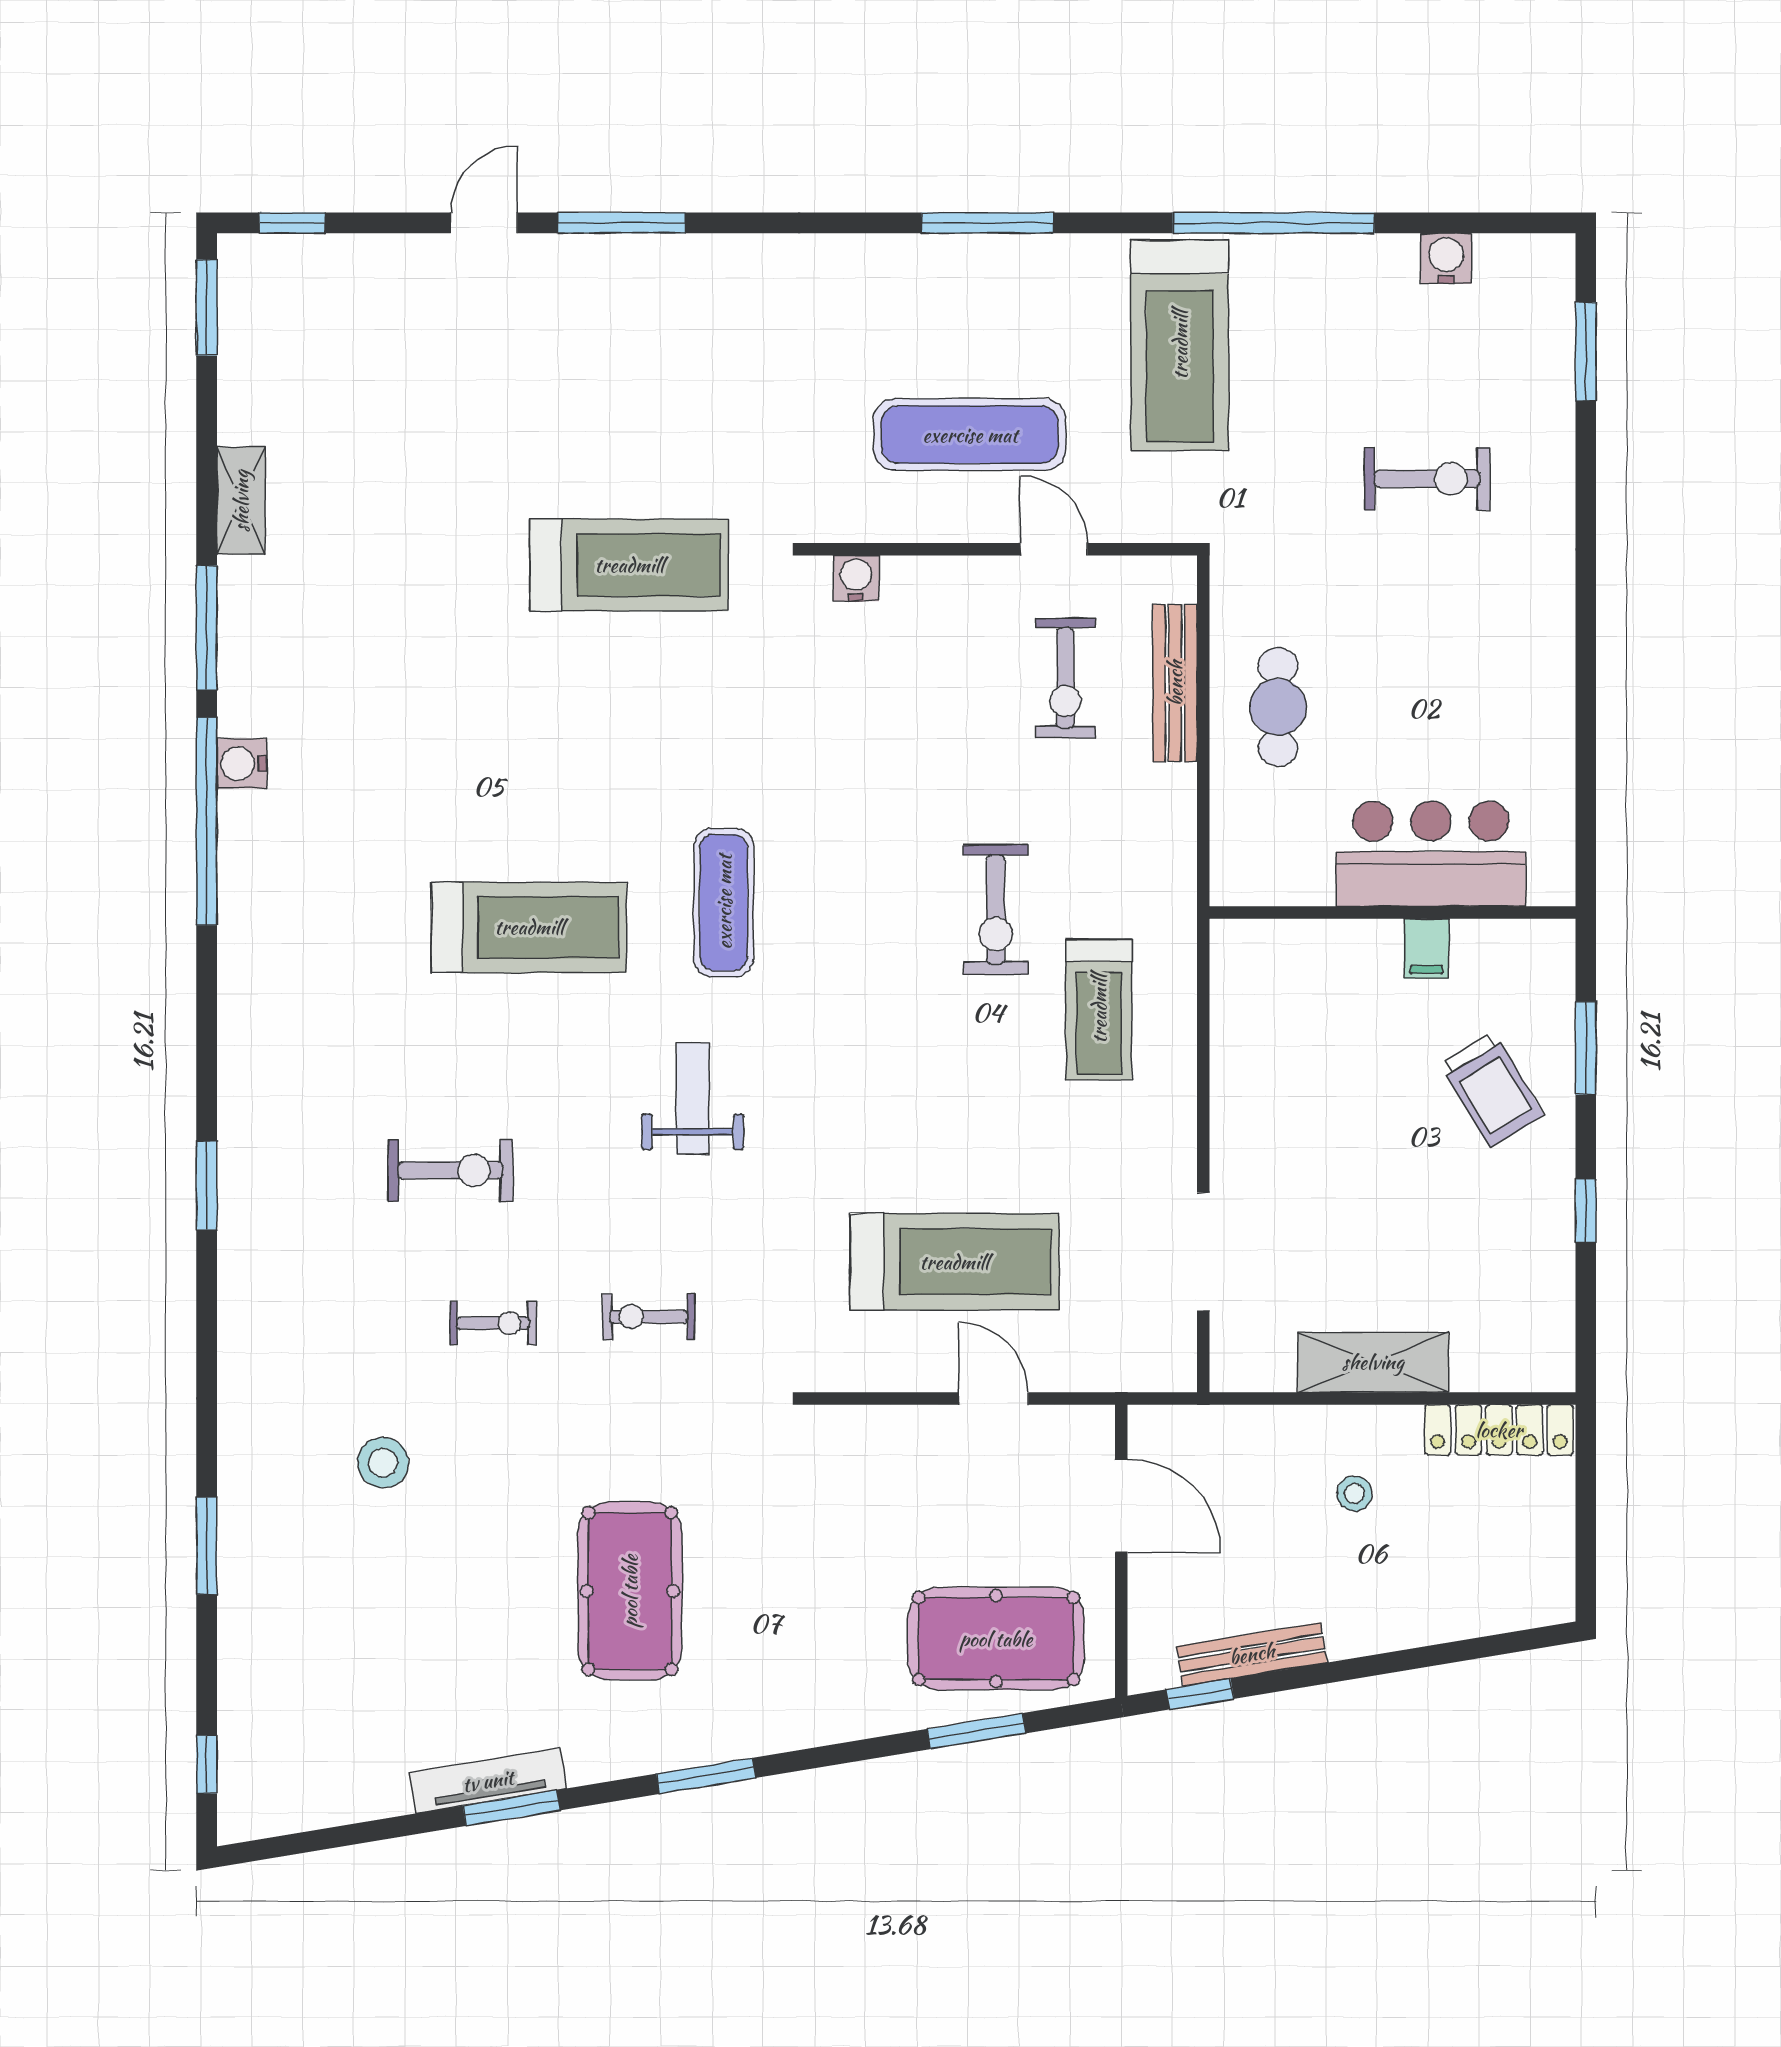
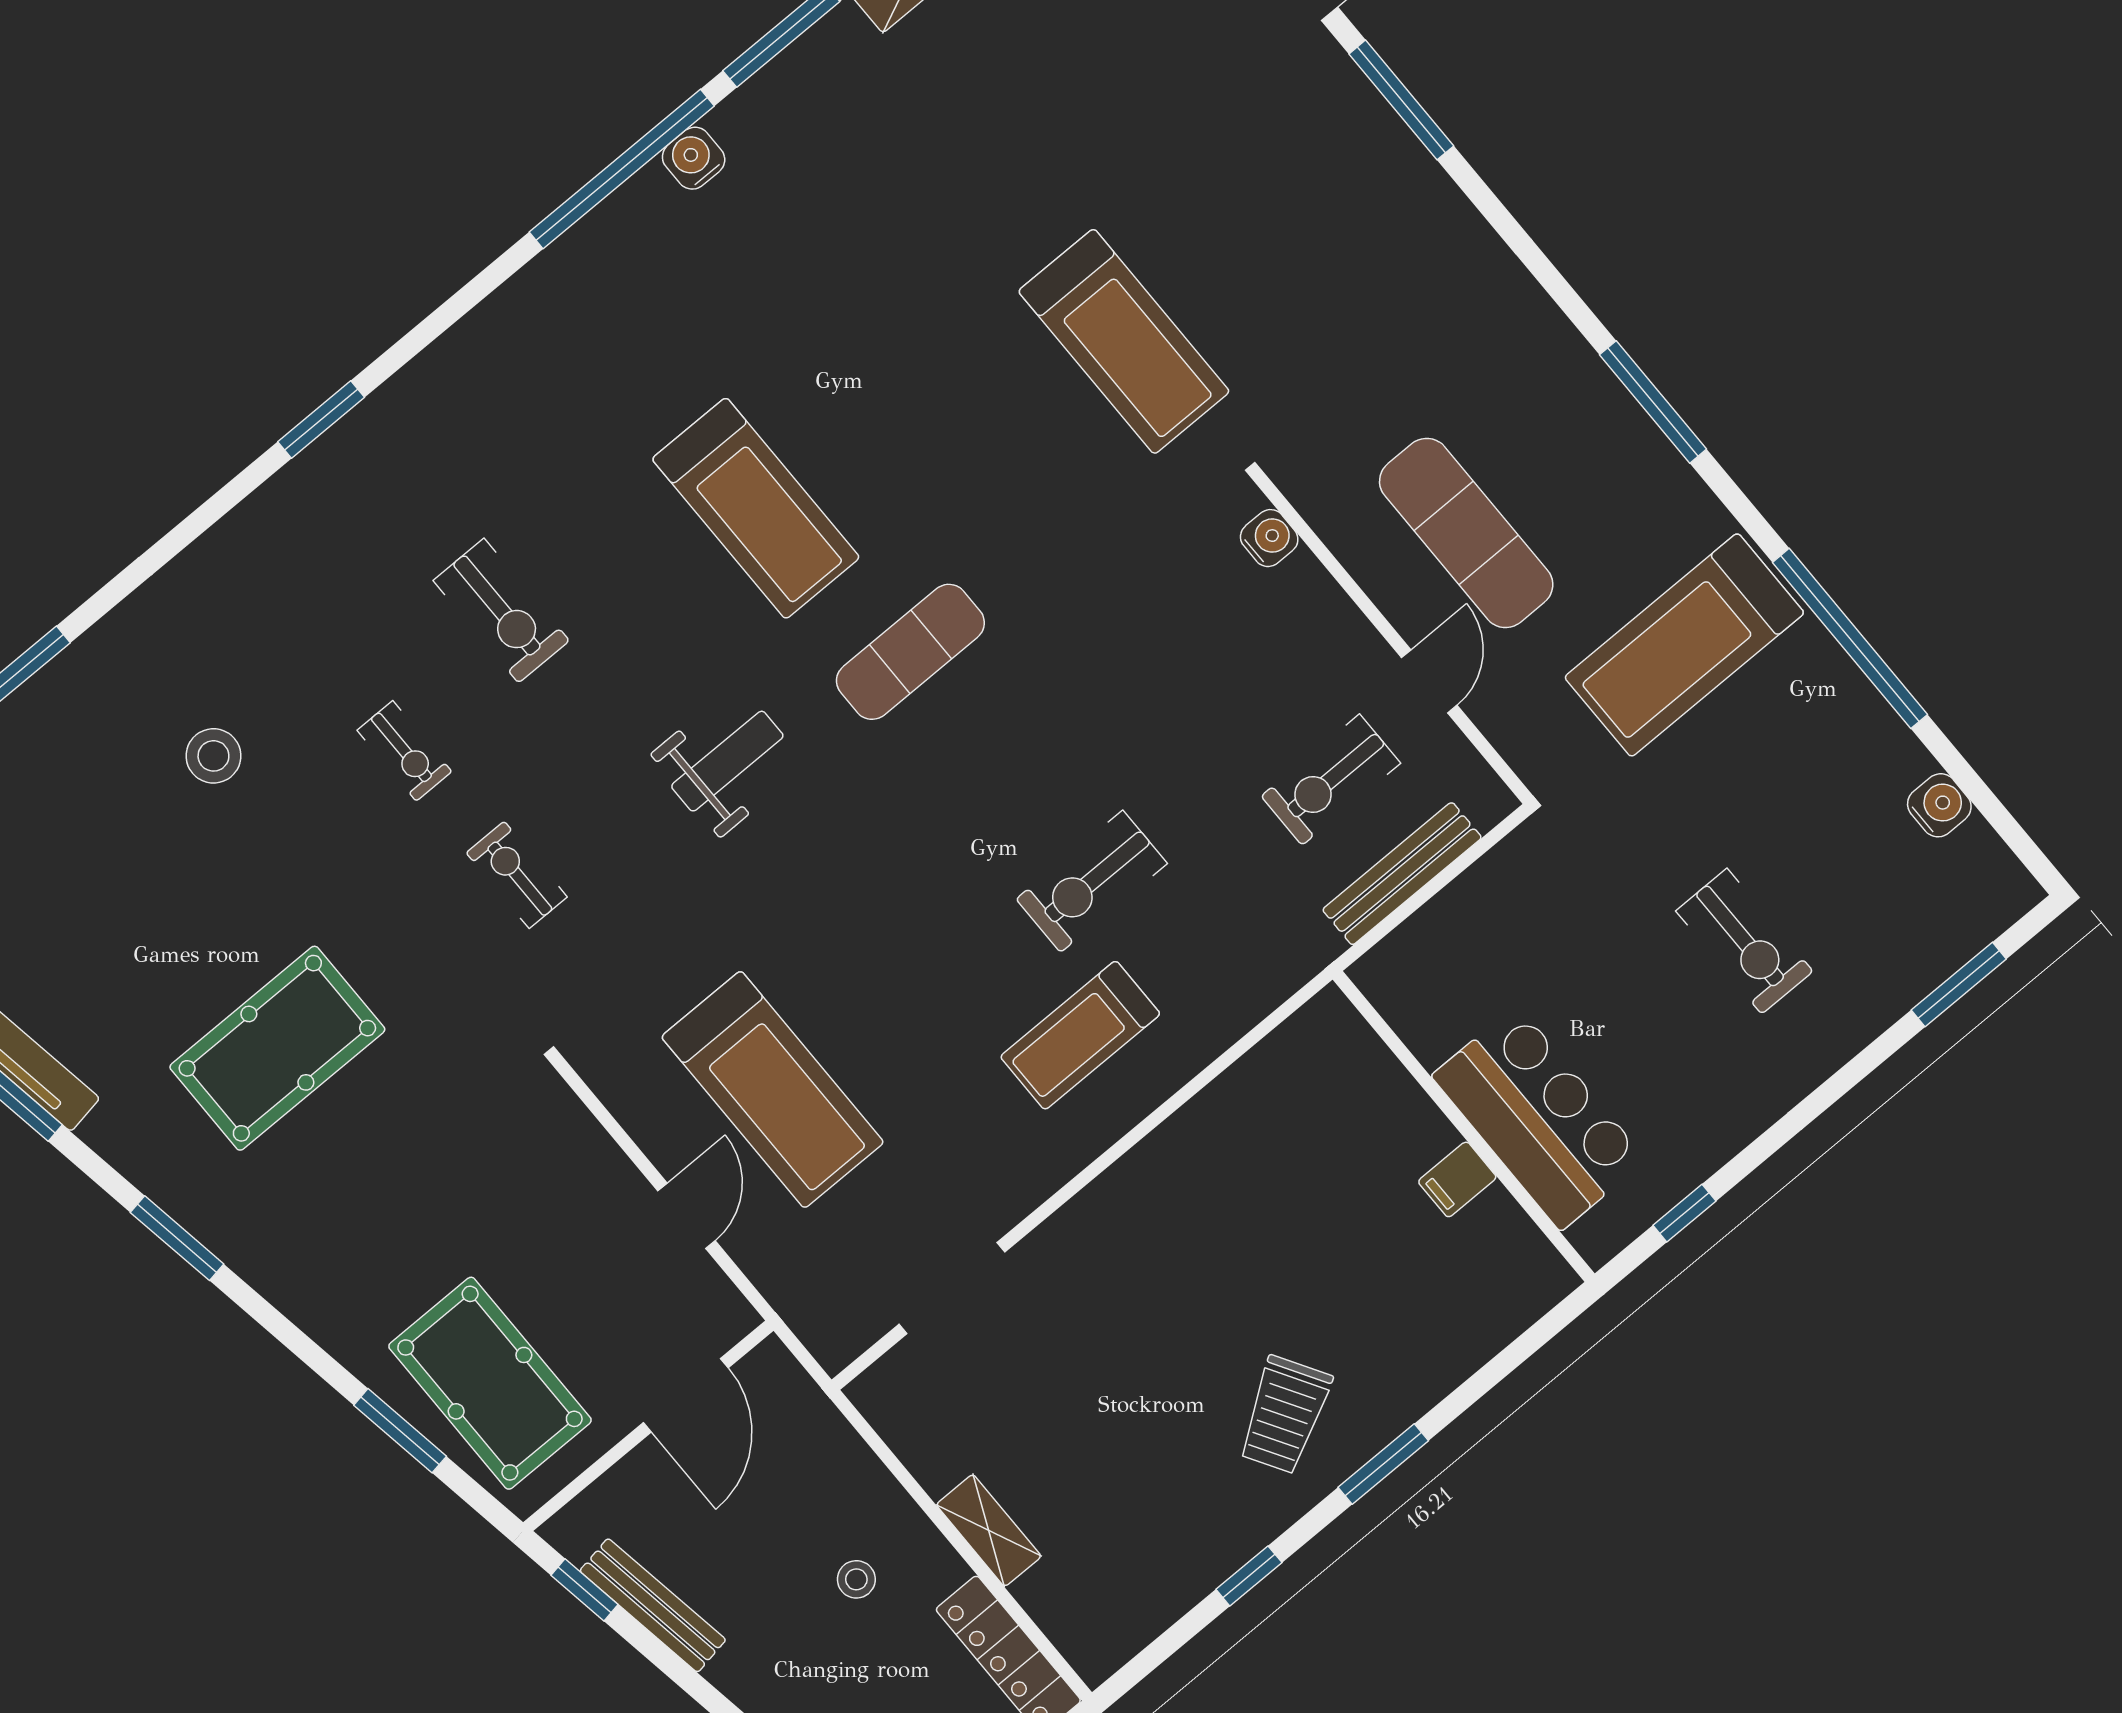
window: (1586, 684) -> (1684, 1213), added
cafe table: (1278, 707) -> (1453, 975), removed
bar counter: (1431, 854) -> (1539, 1118), moved
wall: (1392, 912) -> (1464, 1126), moved
filing cabinet: (1426, 949) -> (1457, 1179), moved
shelving: (1373, 1362) -> (989, 1530), width x0.67, depth x0.75

